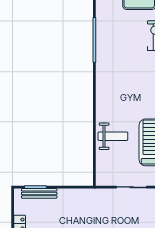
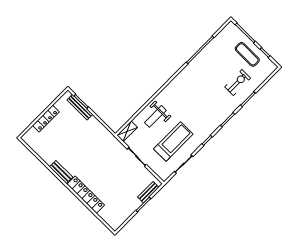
weight bench: (113, 136) -> (155, 116), turned 90
shelving: (101, 173) -> (127, 131), added

